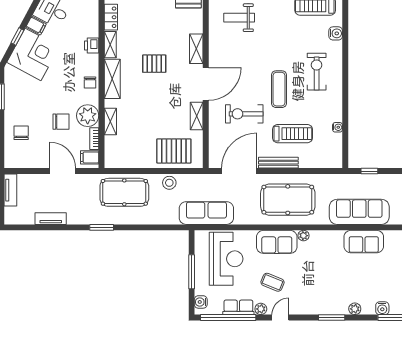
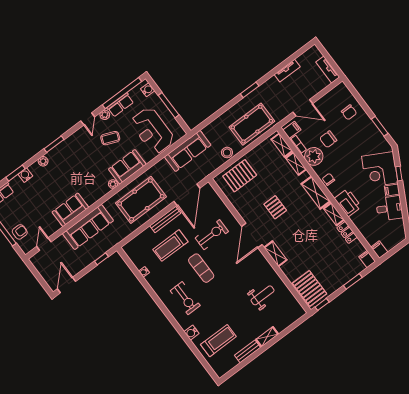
printer: (92, 46) -> (348, 203), width x1.87, depth x1.48
pallet: (154, 64) -> (275, 207), moved, turned 90
shelving: (197, 116) -> (282, 145), moved

